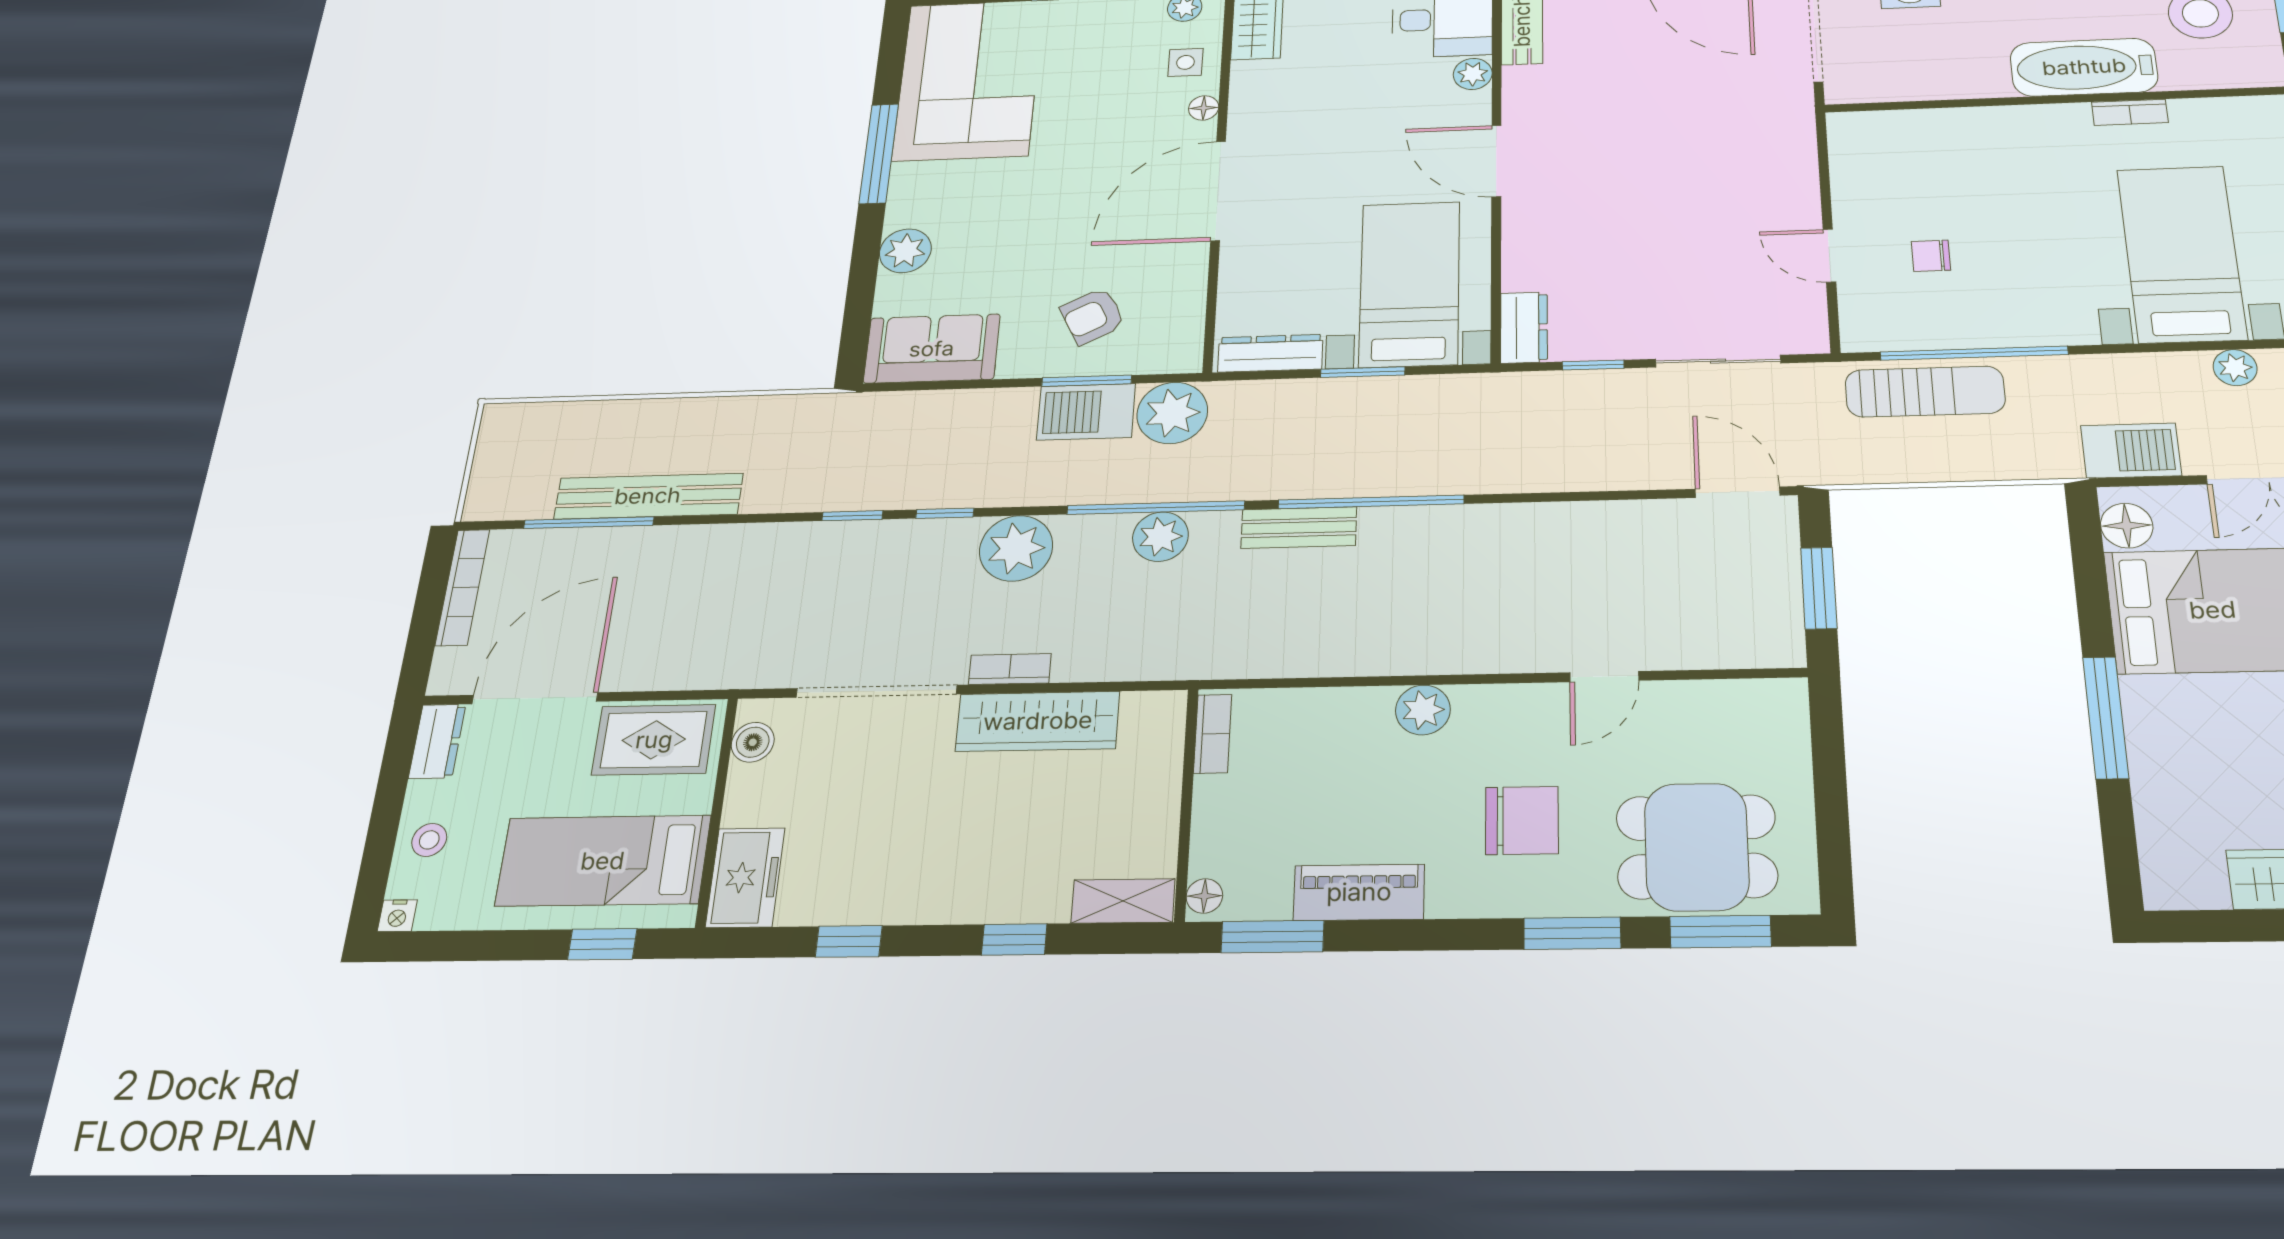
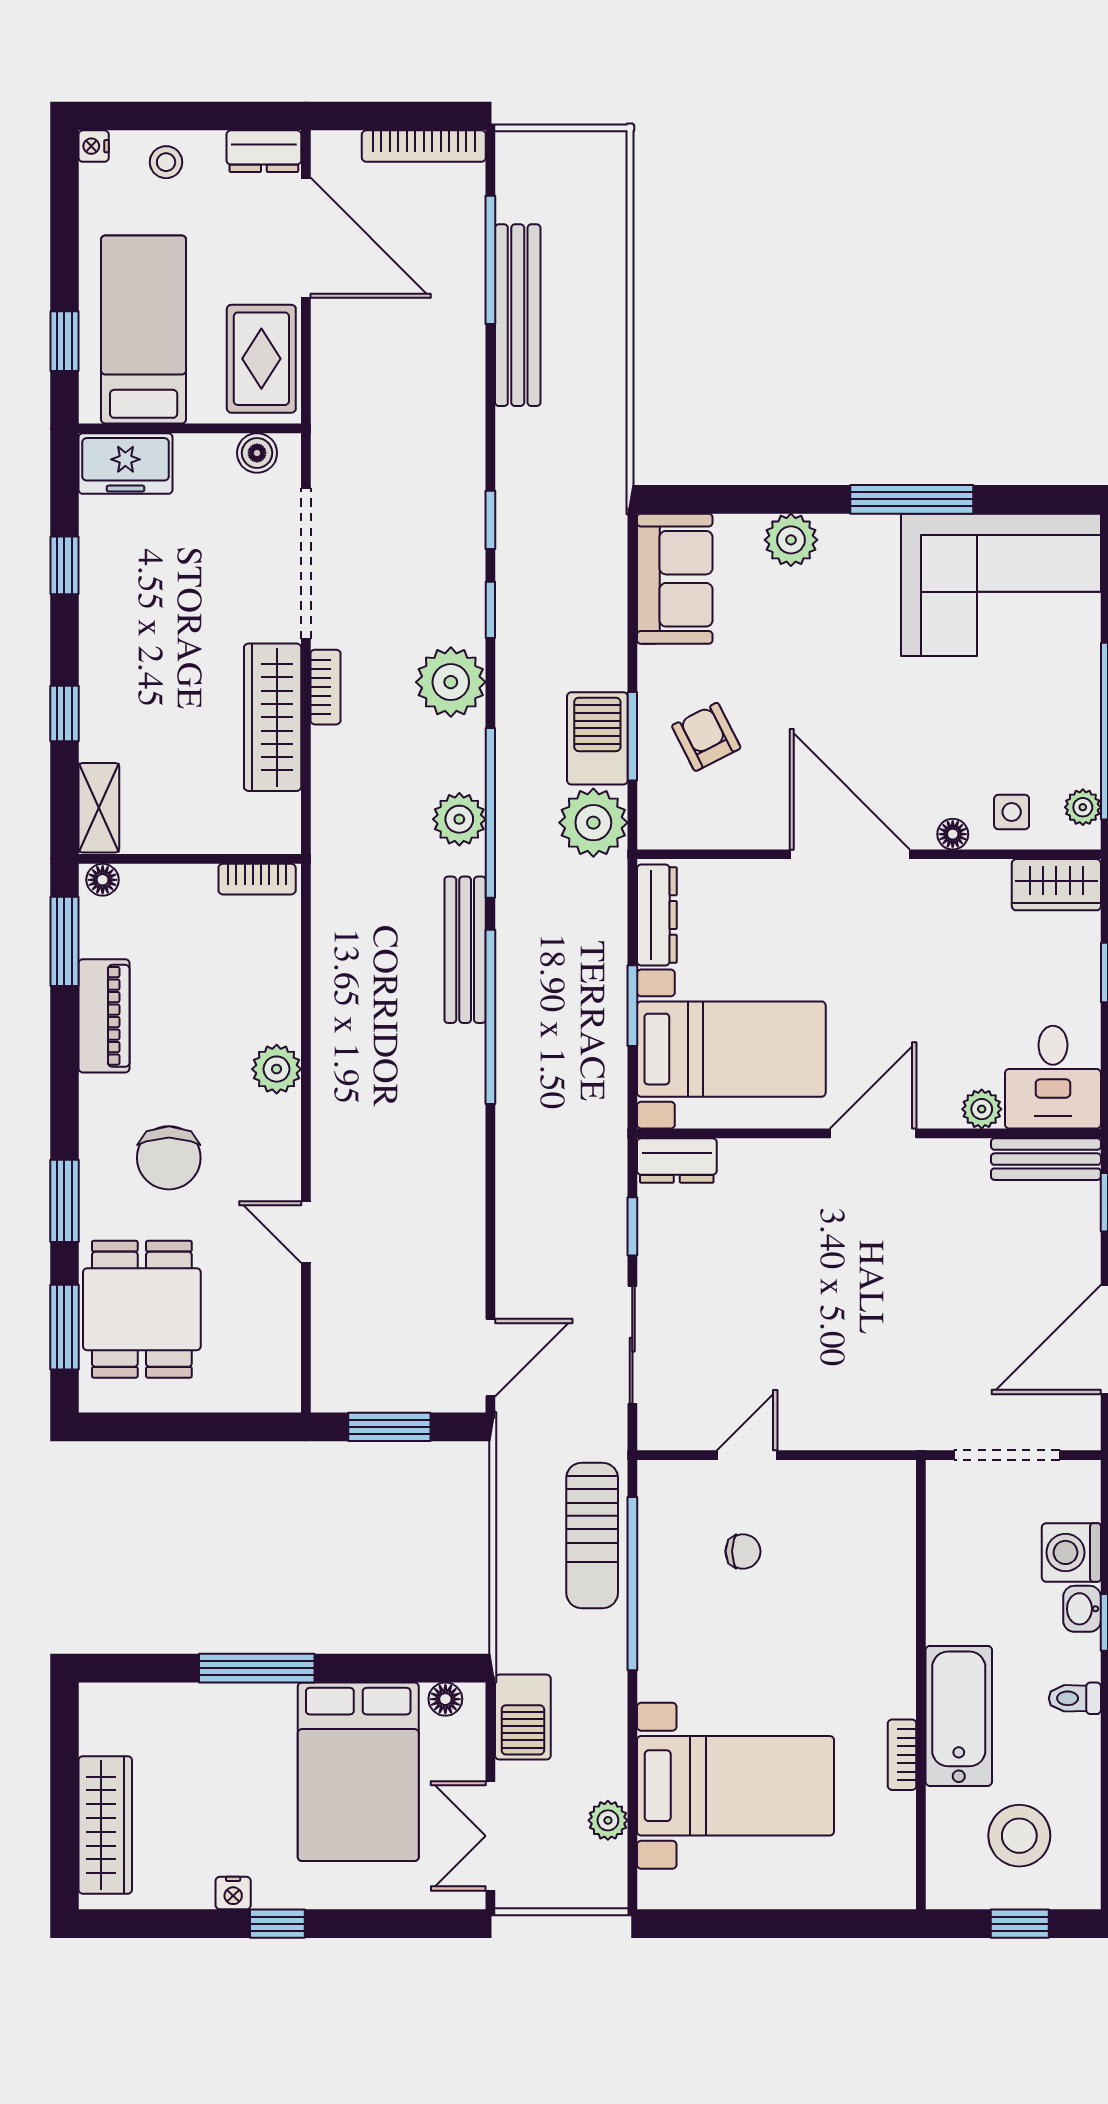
chair: (1931, 256) -> (743, 1551), turned 90
floor lamp: (2127, 526) -> (445, 1699), width x0.73, depth x0.73
bench: (1299, 528) -> (465, 950), width x1.36

